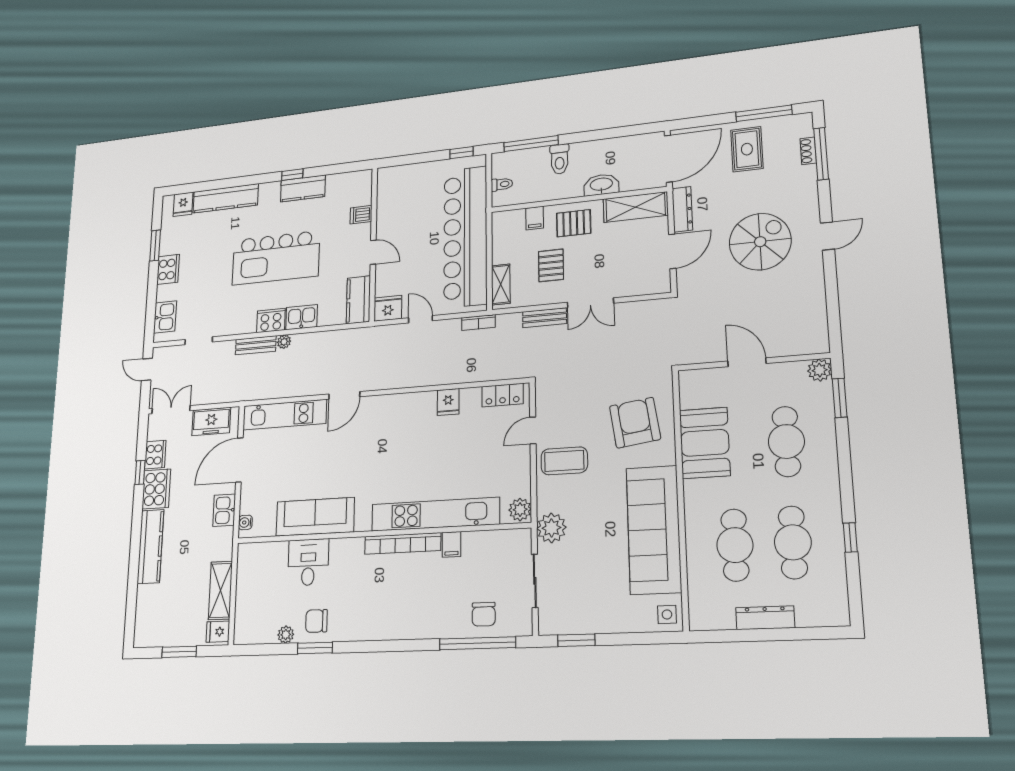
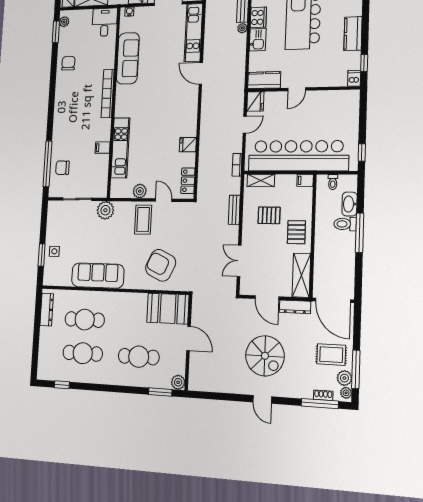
plant: (800, 121) -> (346, 393), added
plant: (779, 126) -> (344, 378), added
window: (531, 144) -> (360, 233), moved
window: (292, 175) -> (364, 63), moved
washbasin: (601, 185) -> (350, 204), moved, turned 180
dishwasher: (361, 215) -> (354, 78), moved
filing cabinet: (535, 218) -> (305, 180), moved
double door: (590, 303) -> (239, 261), moved
door: (747, 362) -> (189, 338), hinge flipped
armchair: (635, 423) -> (161, 265), turned -147
booth: (705, 443) -> (168, 309), moved
plant: (520, 510) -> (140, 191), moved
kitchen unit: (435, 514) -> (120, 148), width x0.73
sofa: (654, 530) -> (98, 276), width x0.74, depth x0.79
window: (850, 537) -> (62, 385), moved
bookcase: (403, 543) -> (108, 93), moved
desk: (308, 562) -> (105, 22), moved, turned -90
side table: (667, 614) -> (54, 251), moved
dresser: (765, 618) -> (47, 310), moved
plant: (286, 635) -> (64, 22), moved
window: (576, 640) -> (42, 255), moved
window: (315, 648) -> (56, 32), moved

